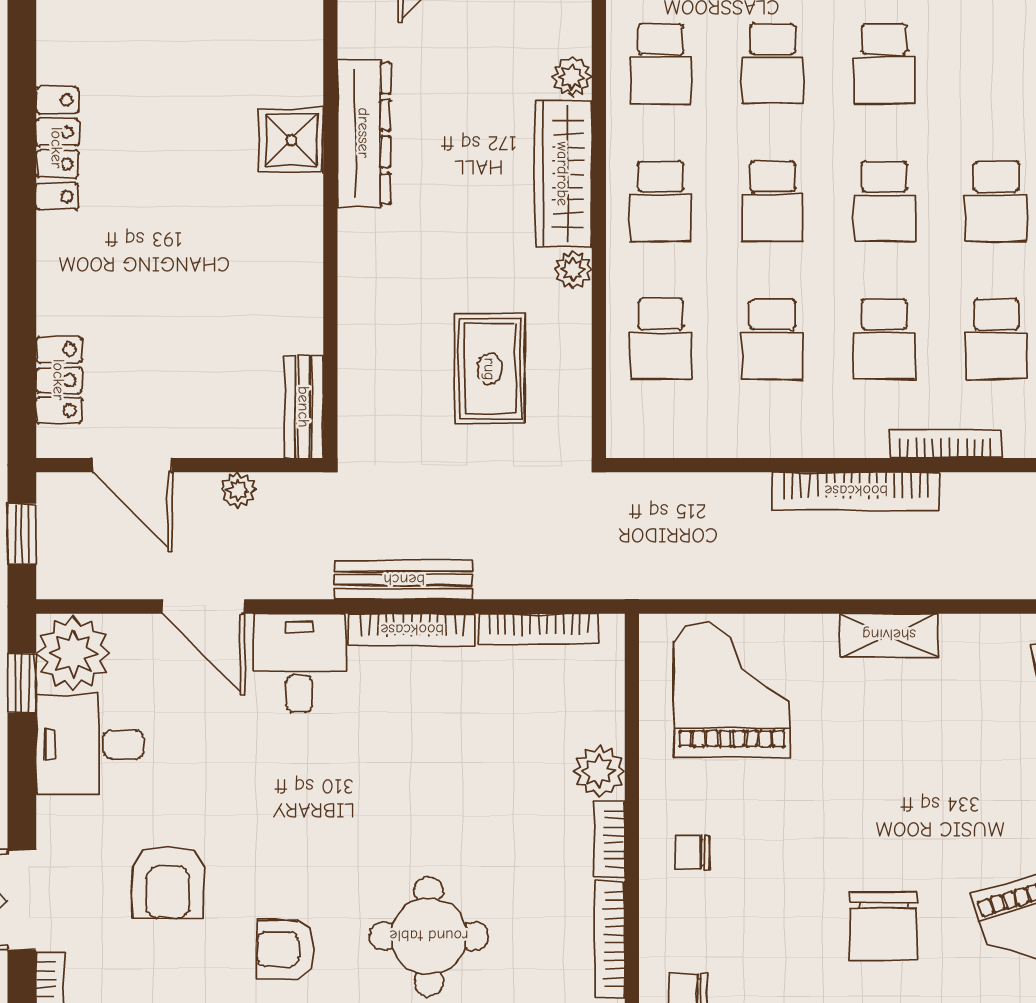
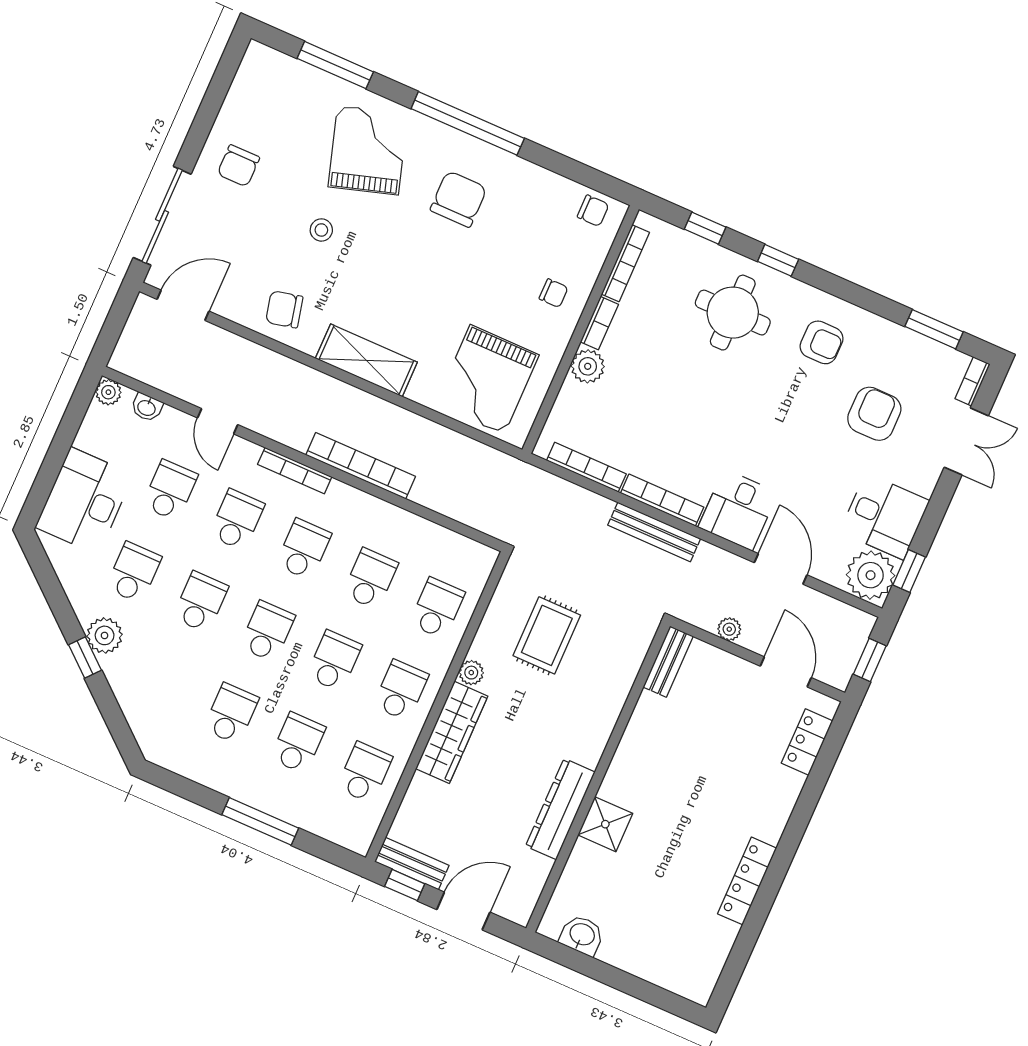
plant: (572, 77) -> (421, 788), removed
shelving: (889, 635) -> (366, 360), width x1.50, depth x1.33

